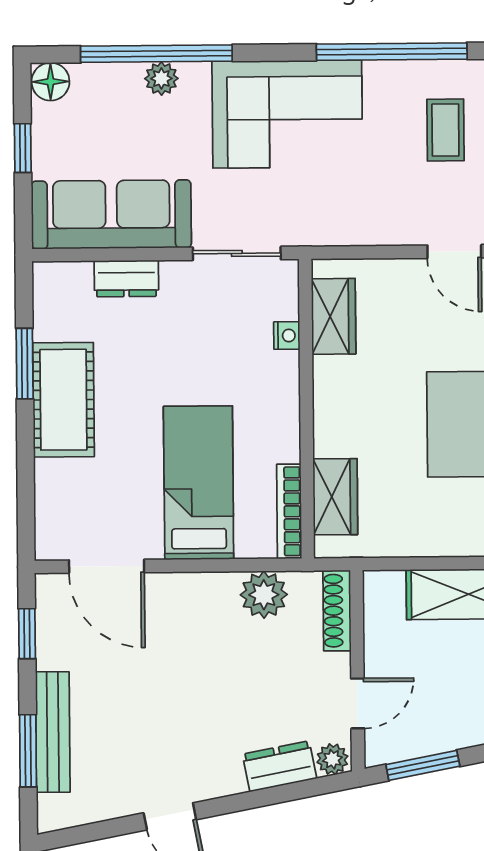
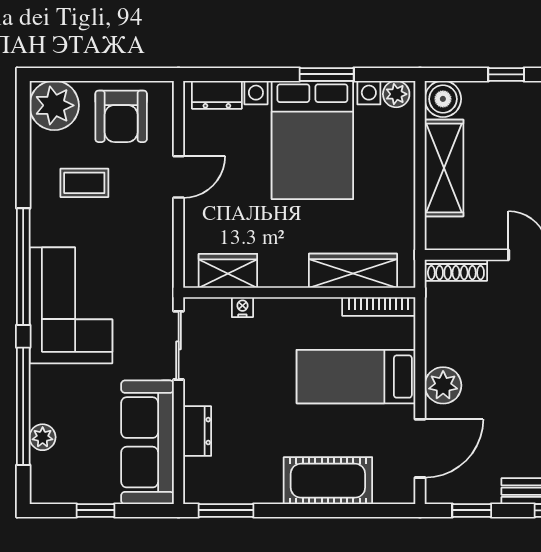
window: (392, 52) -> (23, 267), moved
plant: (161, 78) -> (43, 437), moved
floor lamp: (51, 82) -> (44, 489), removed
window: (25, 364) -> (226, 510), moved
cot: (63, 400) -> (328, 481), moved
wardrobe: (335, 497) -> (353, 271), width x1.50
plant: (264, 595) -> (443, 385), moved

